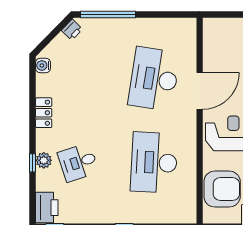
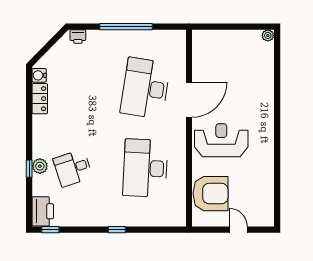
window: (108, 14) -> (126, 27), moved
printer: (72, 30) -> (78, 37), moved, turned 46
locker: (44, 113) -> (40, 99), moved

